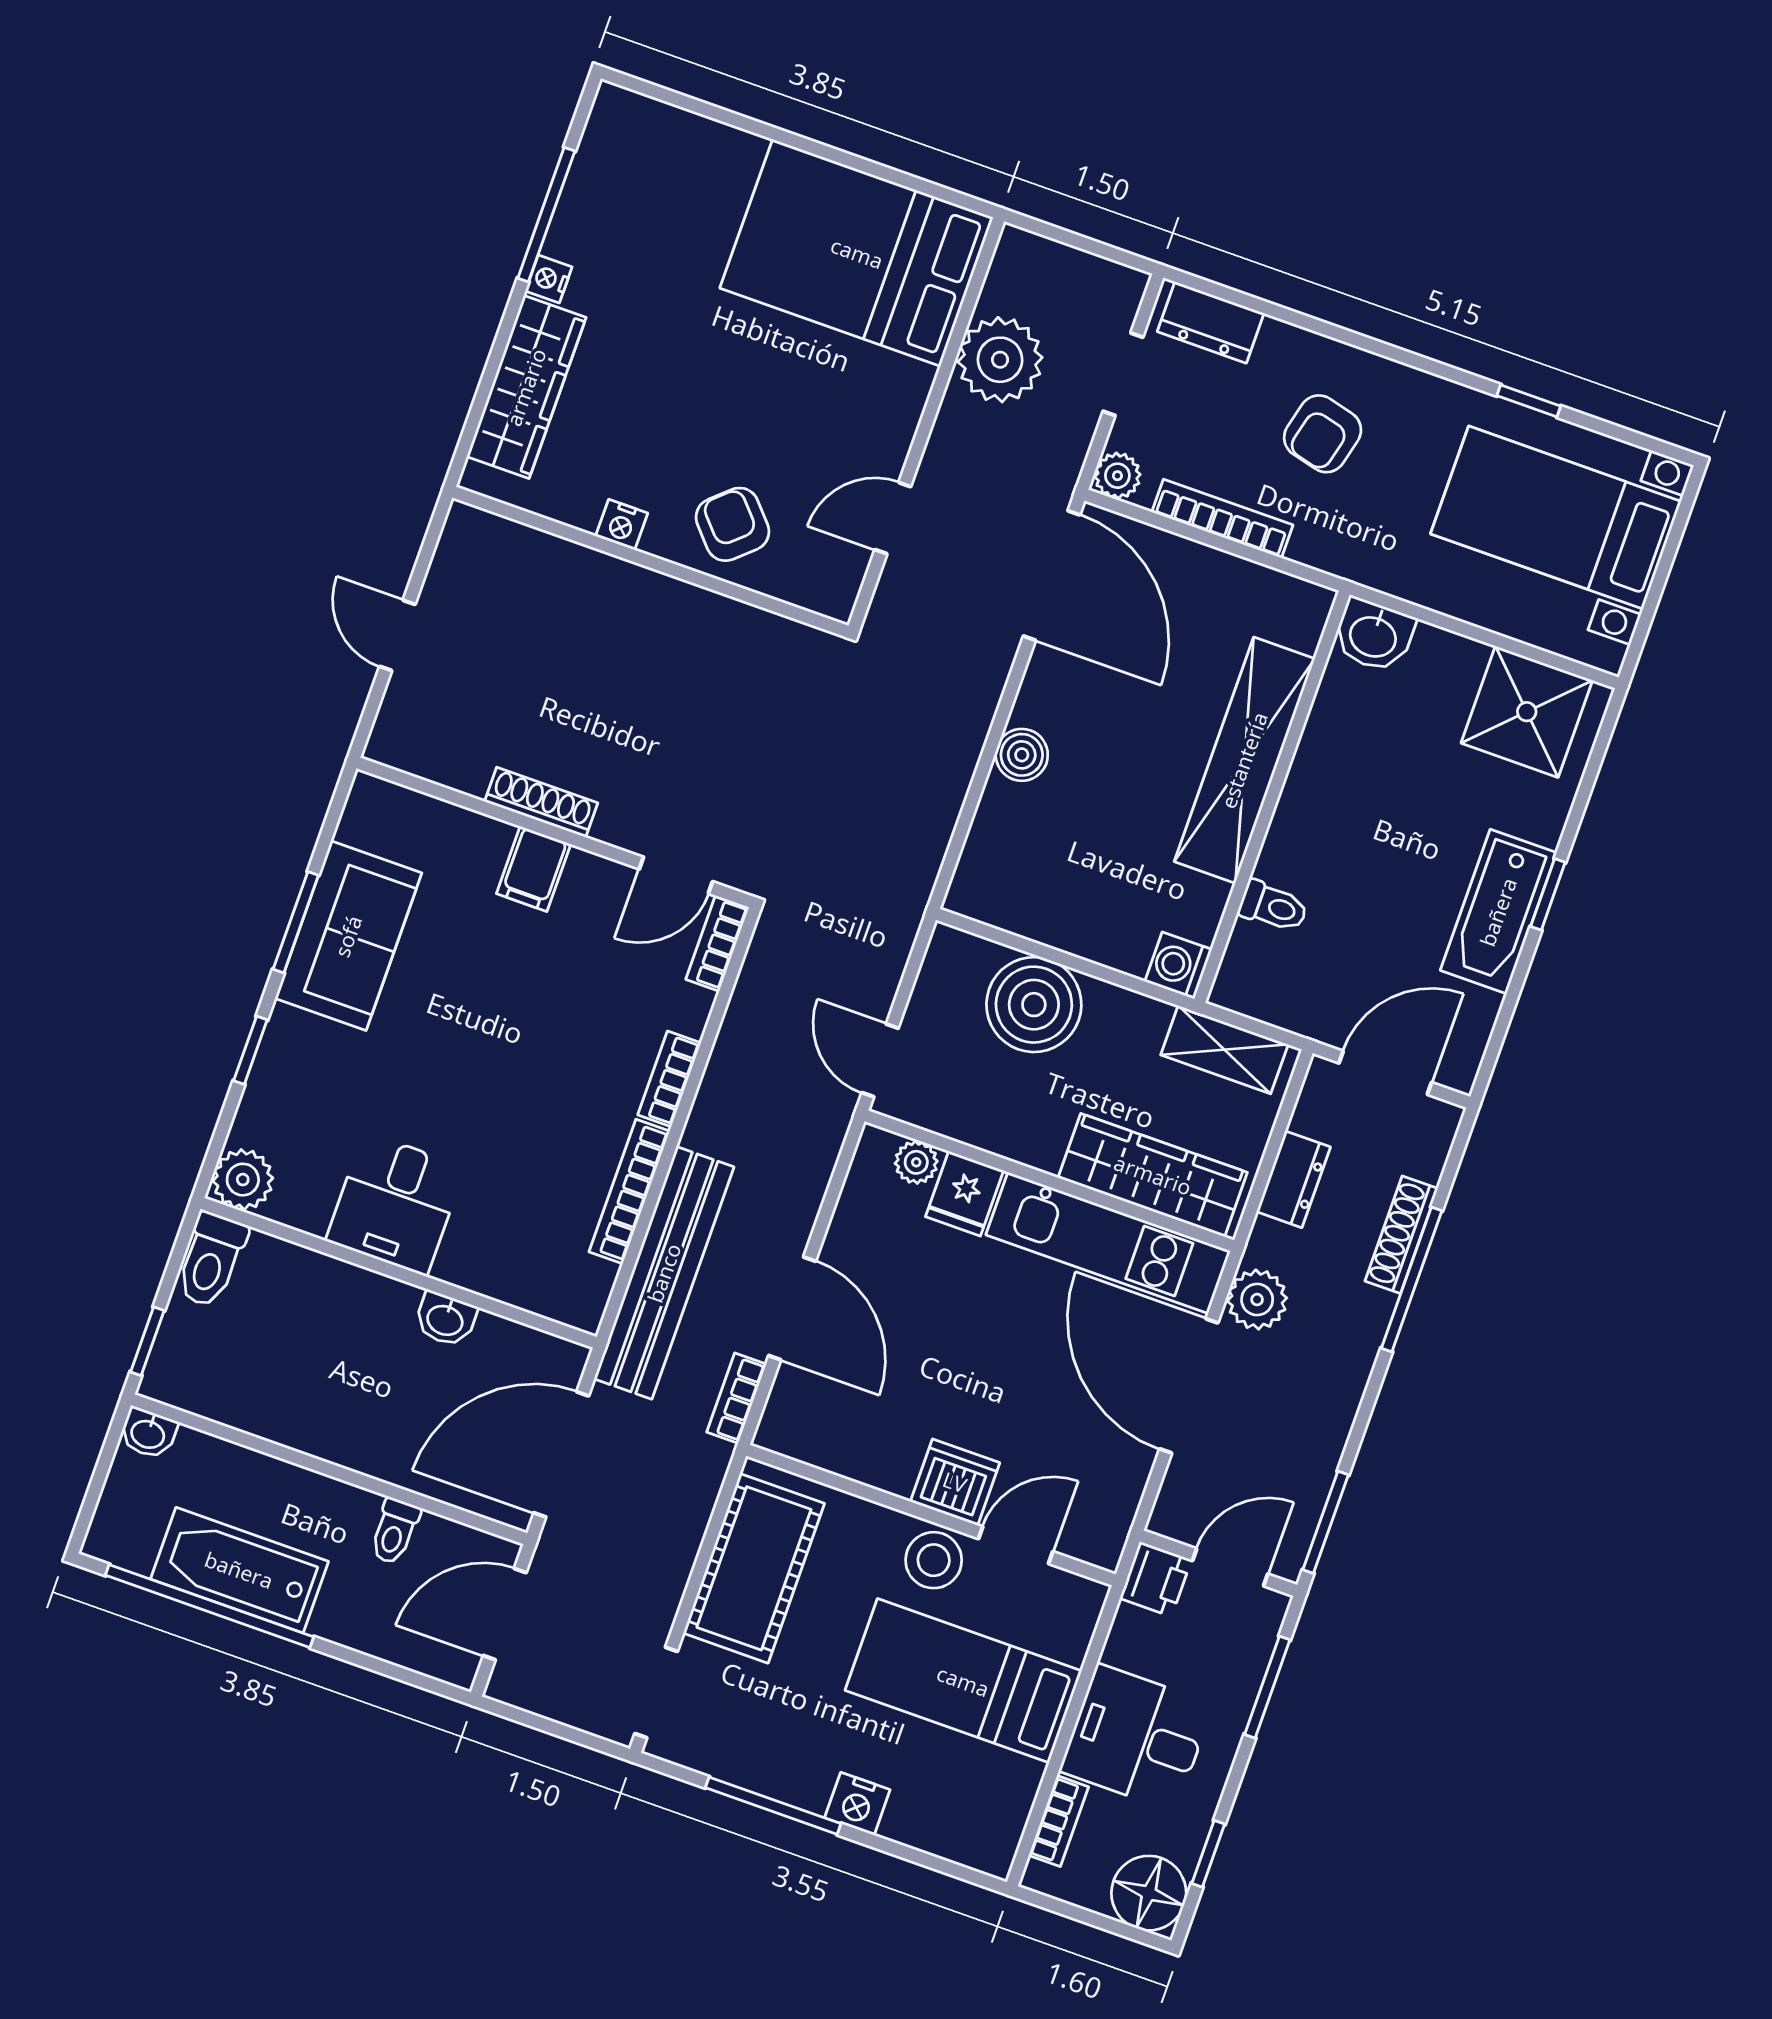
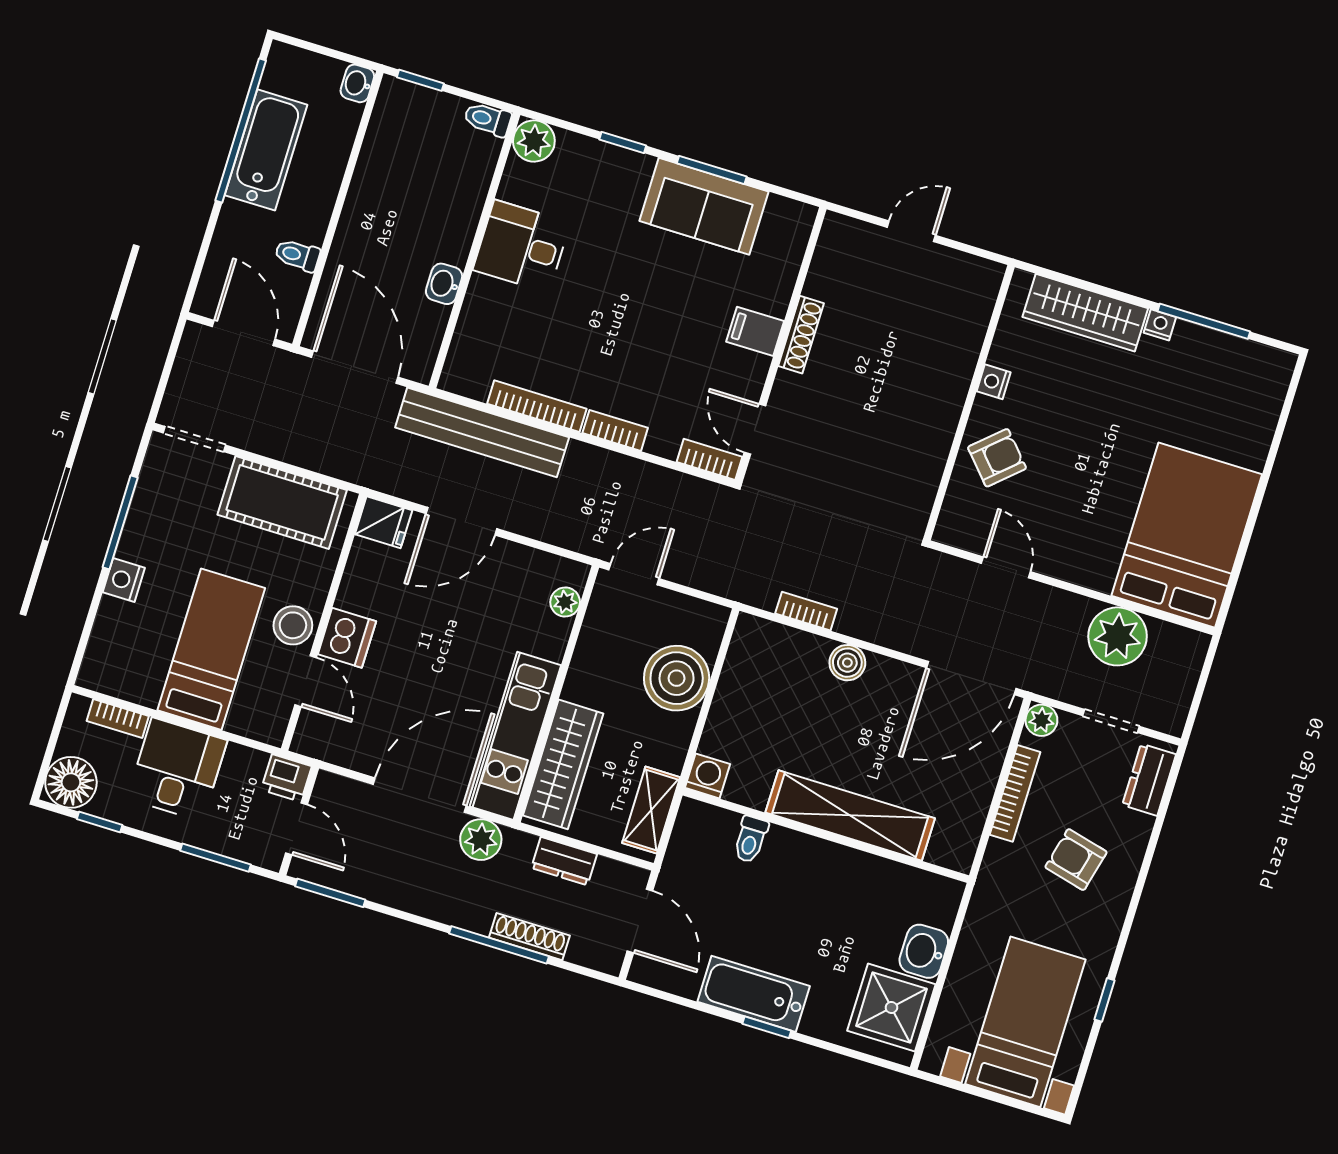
washbasin: (1374, 635) -> (924, 951), moved
fridge: (964, 1194) -> (384, 522), moved, turned 180
toilet: (211, 1260) -> (488, 119), width x0.73, depth x0.72
bookcase: (737, 1398) -> (806, 611), moved

